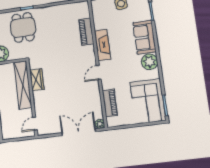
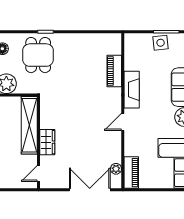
wardrobe: (37, 80) -> (47, 142), moved
piano: (110, 103) -> (131, 173), moved
plant: (100, 124) -> (116, 169), moved

